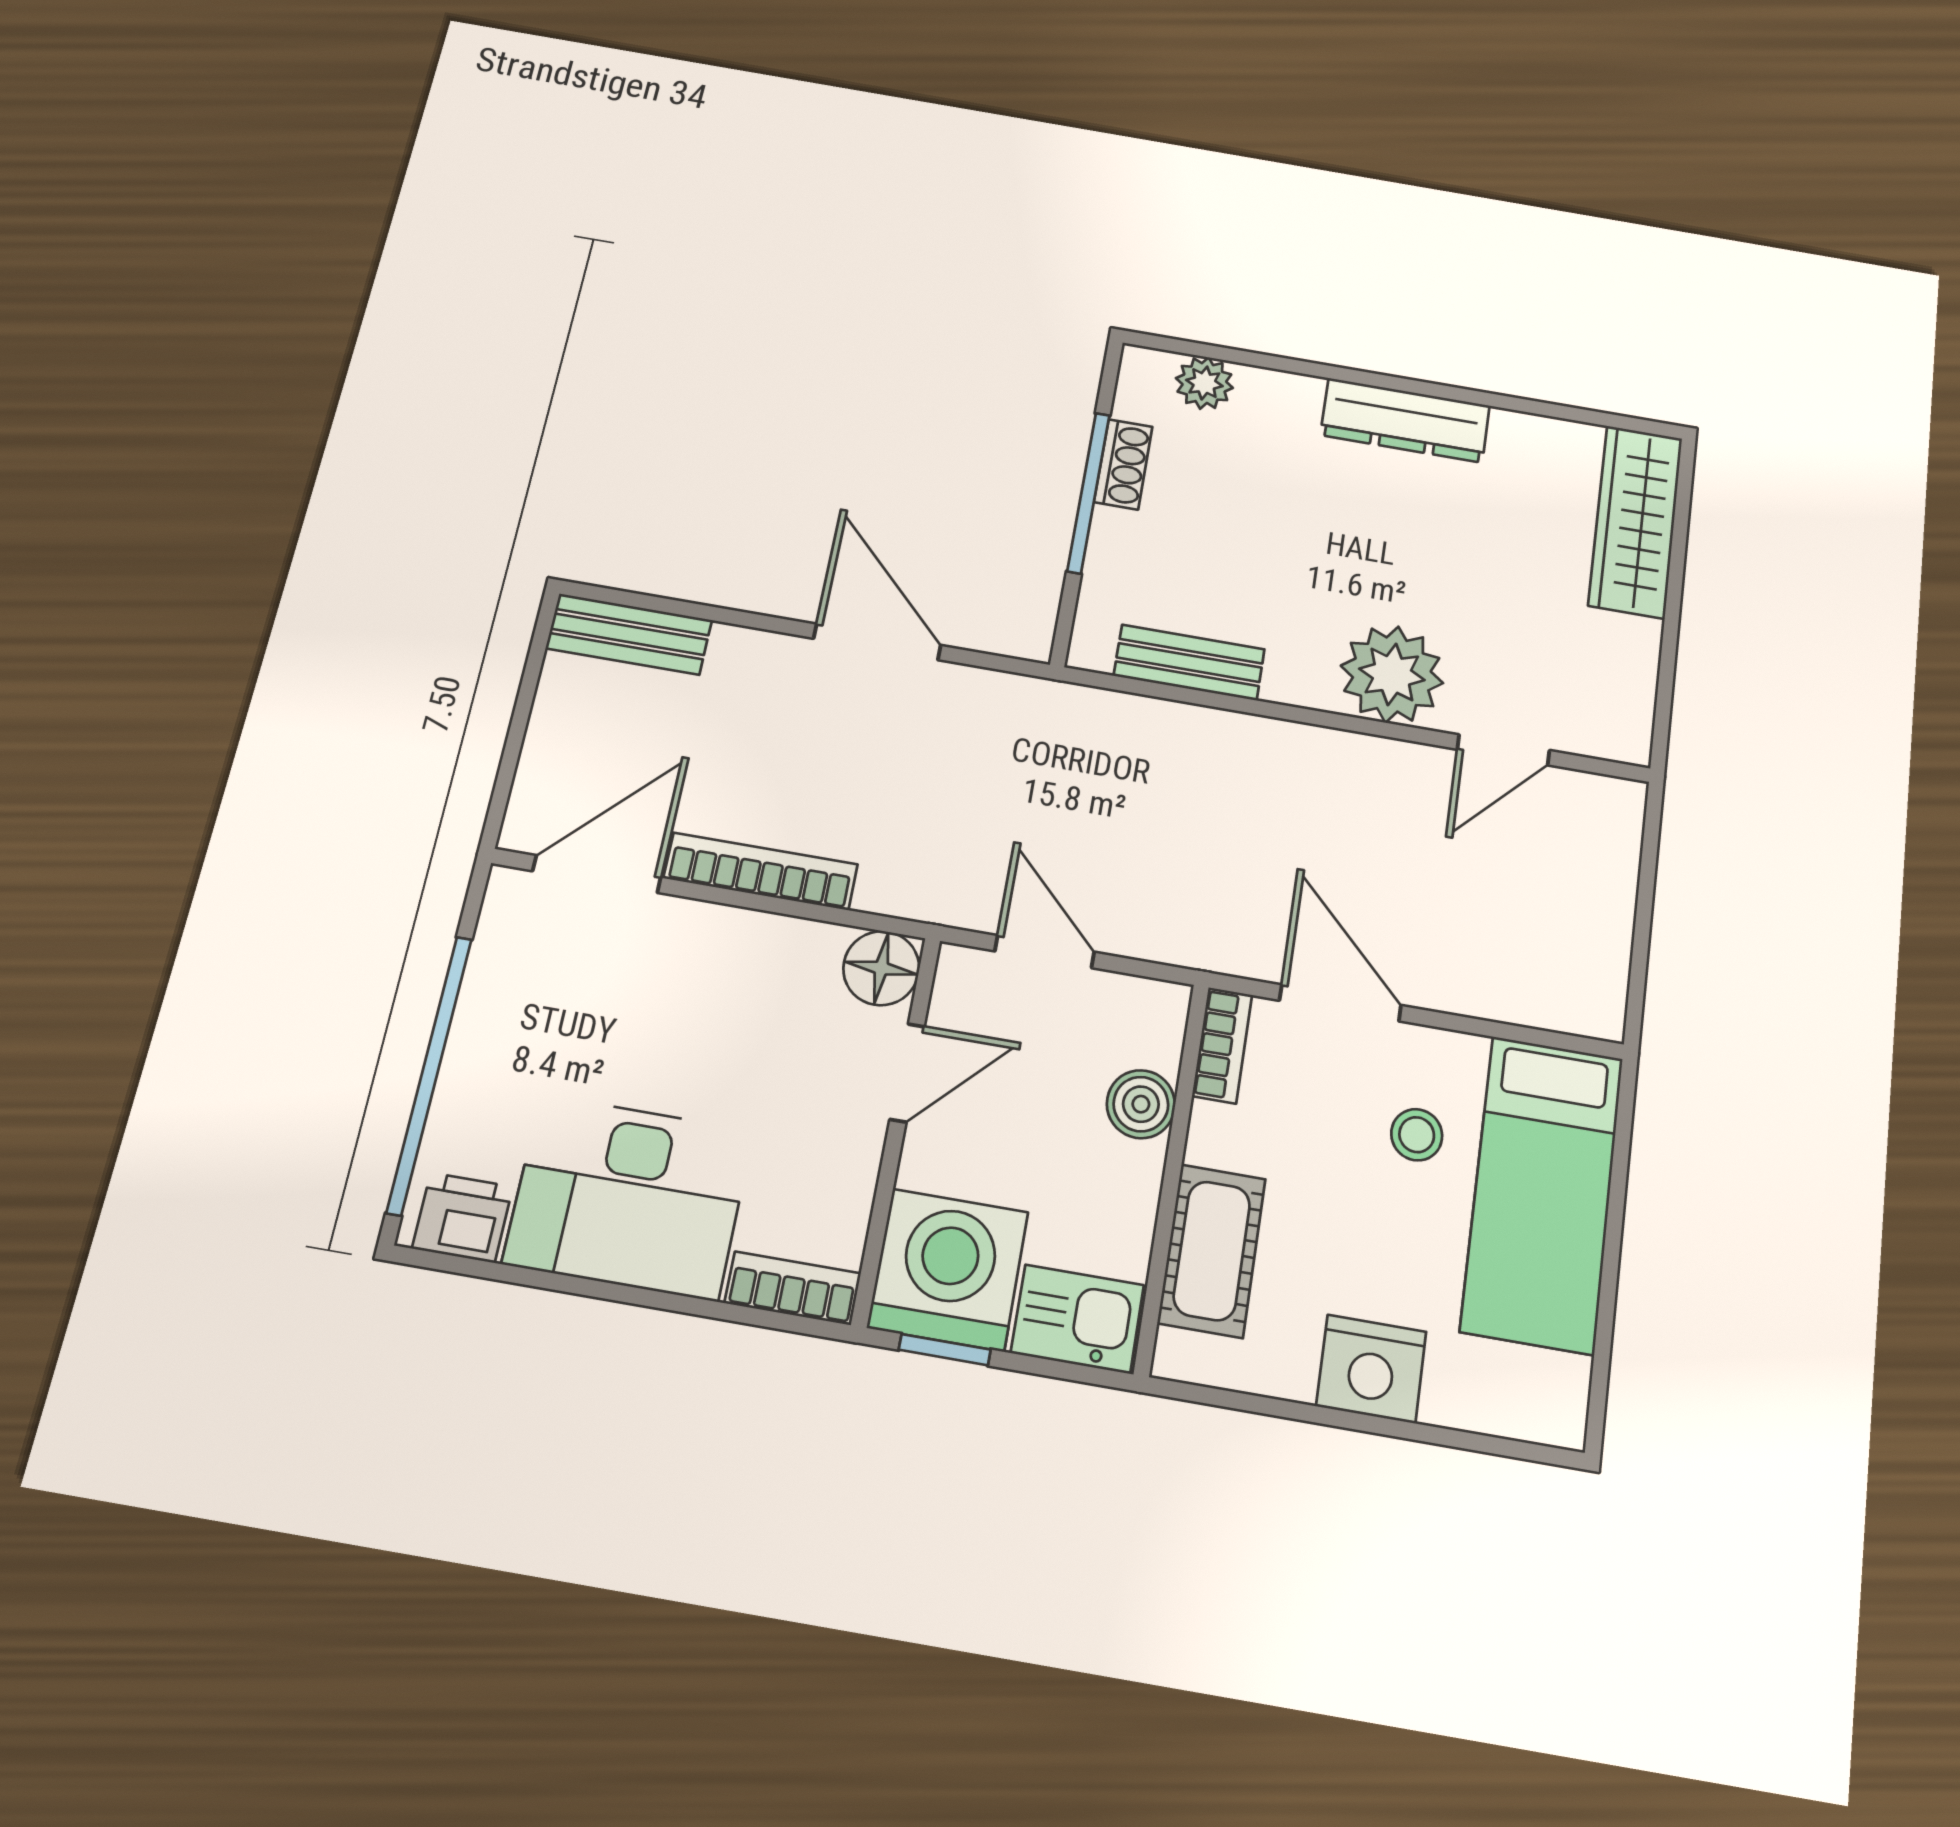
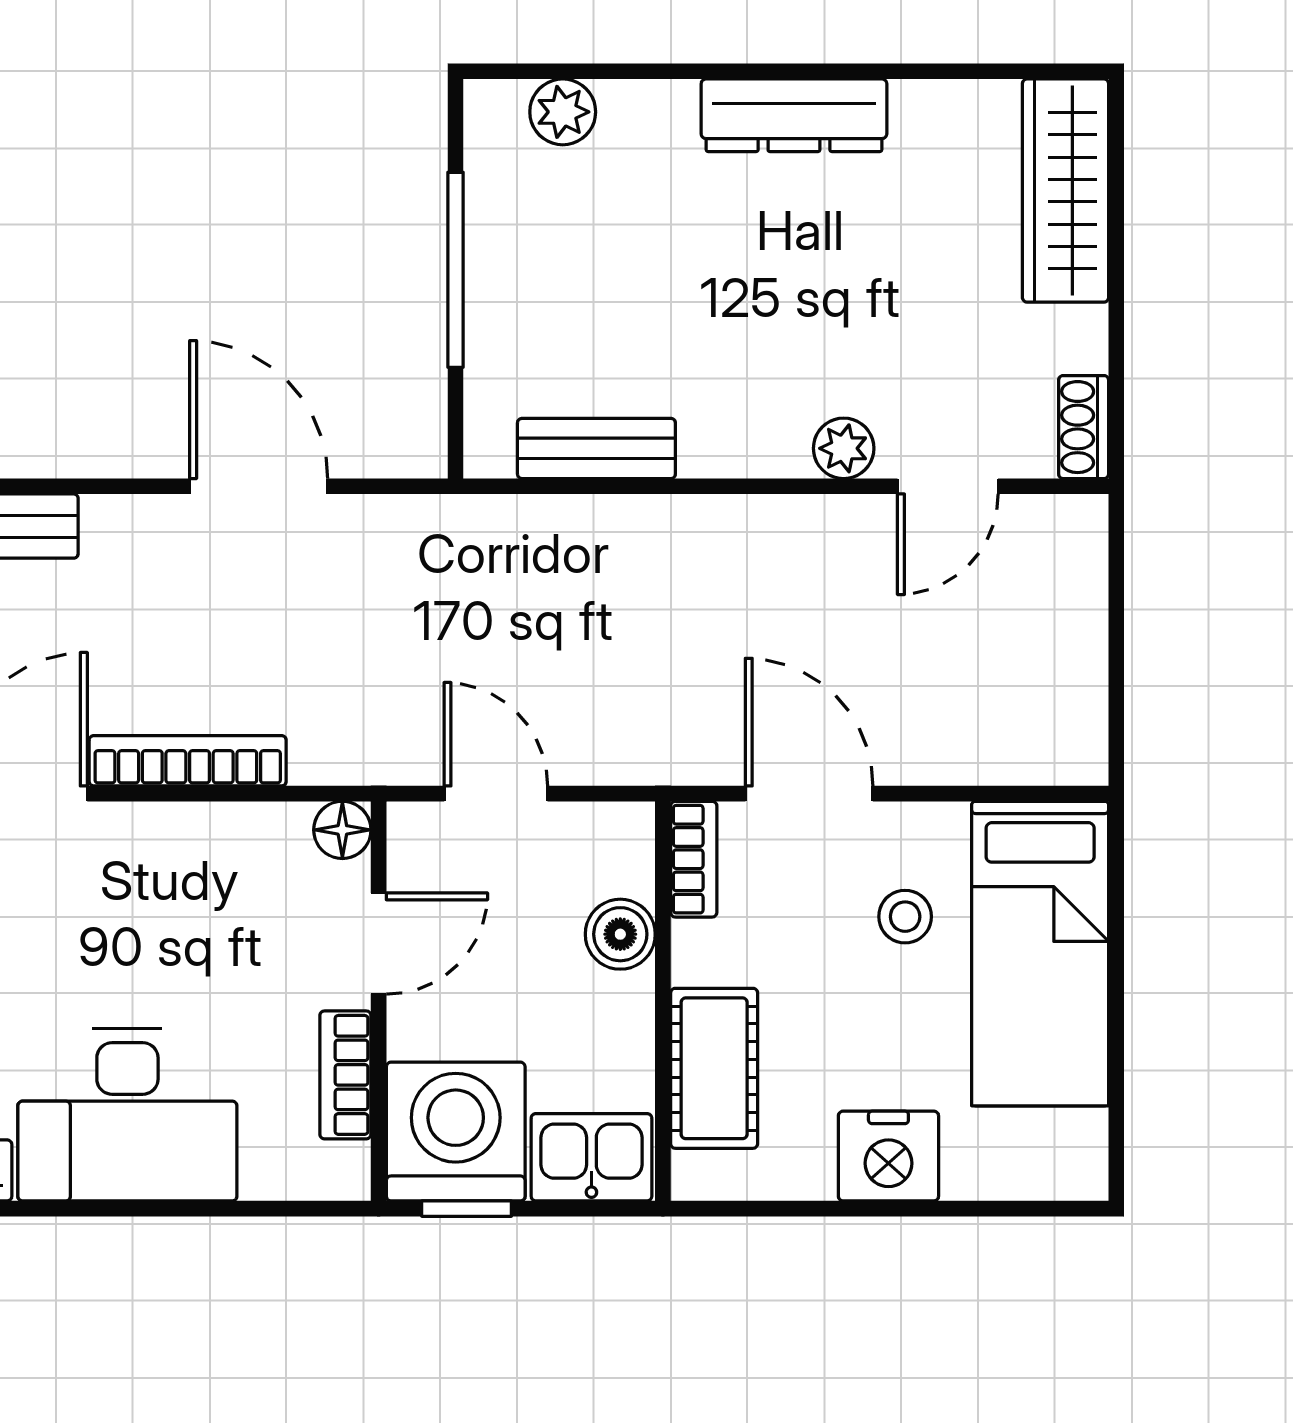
shoe rack: (1123, 464) -> (1084, 427), moved, turned 180
plant: (1392, 674) -> (844, 448), width x0.53, depth x0.53
floor lamp: (881, 968) -> (342, 830), width x0.73, depth x0.73
bookcase: (793, 1288) -> (345, 1075), moved, turned -90

